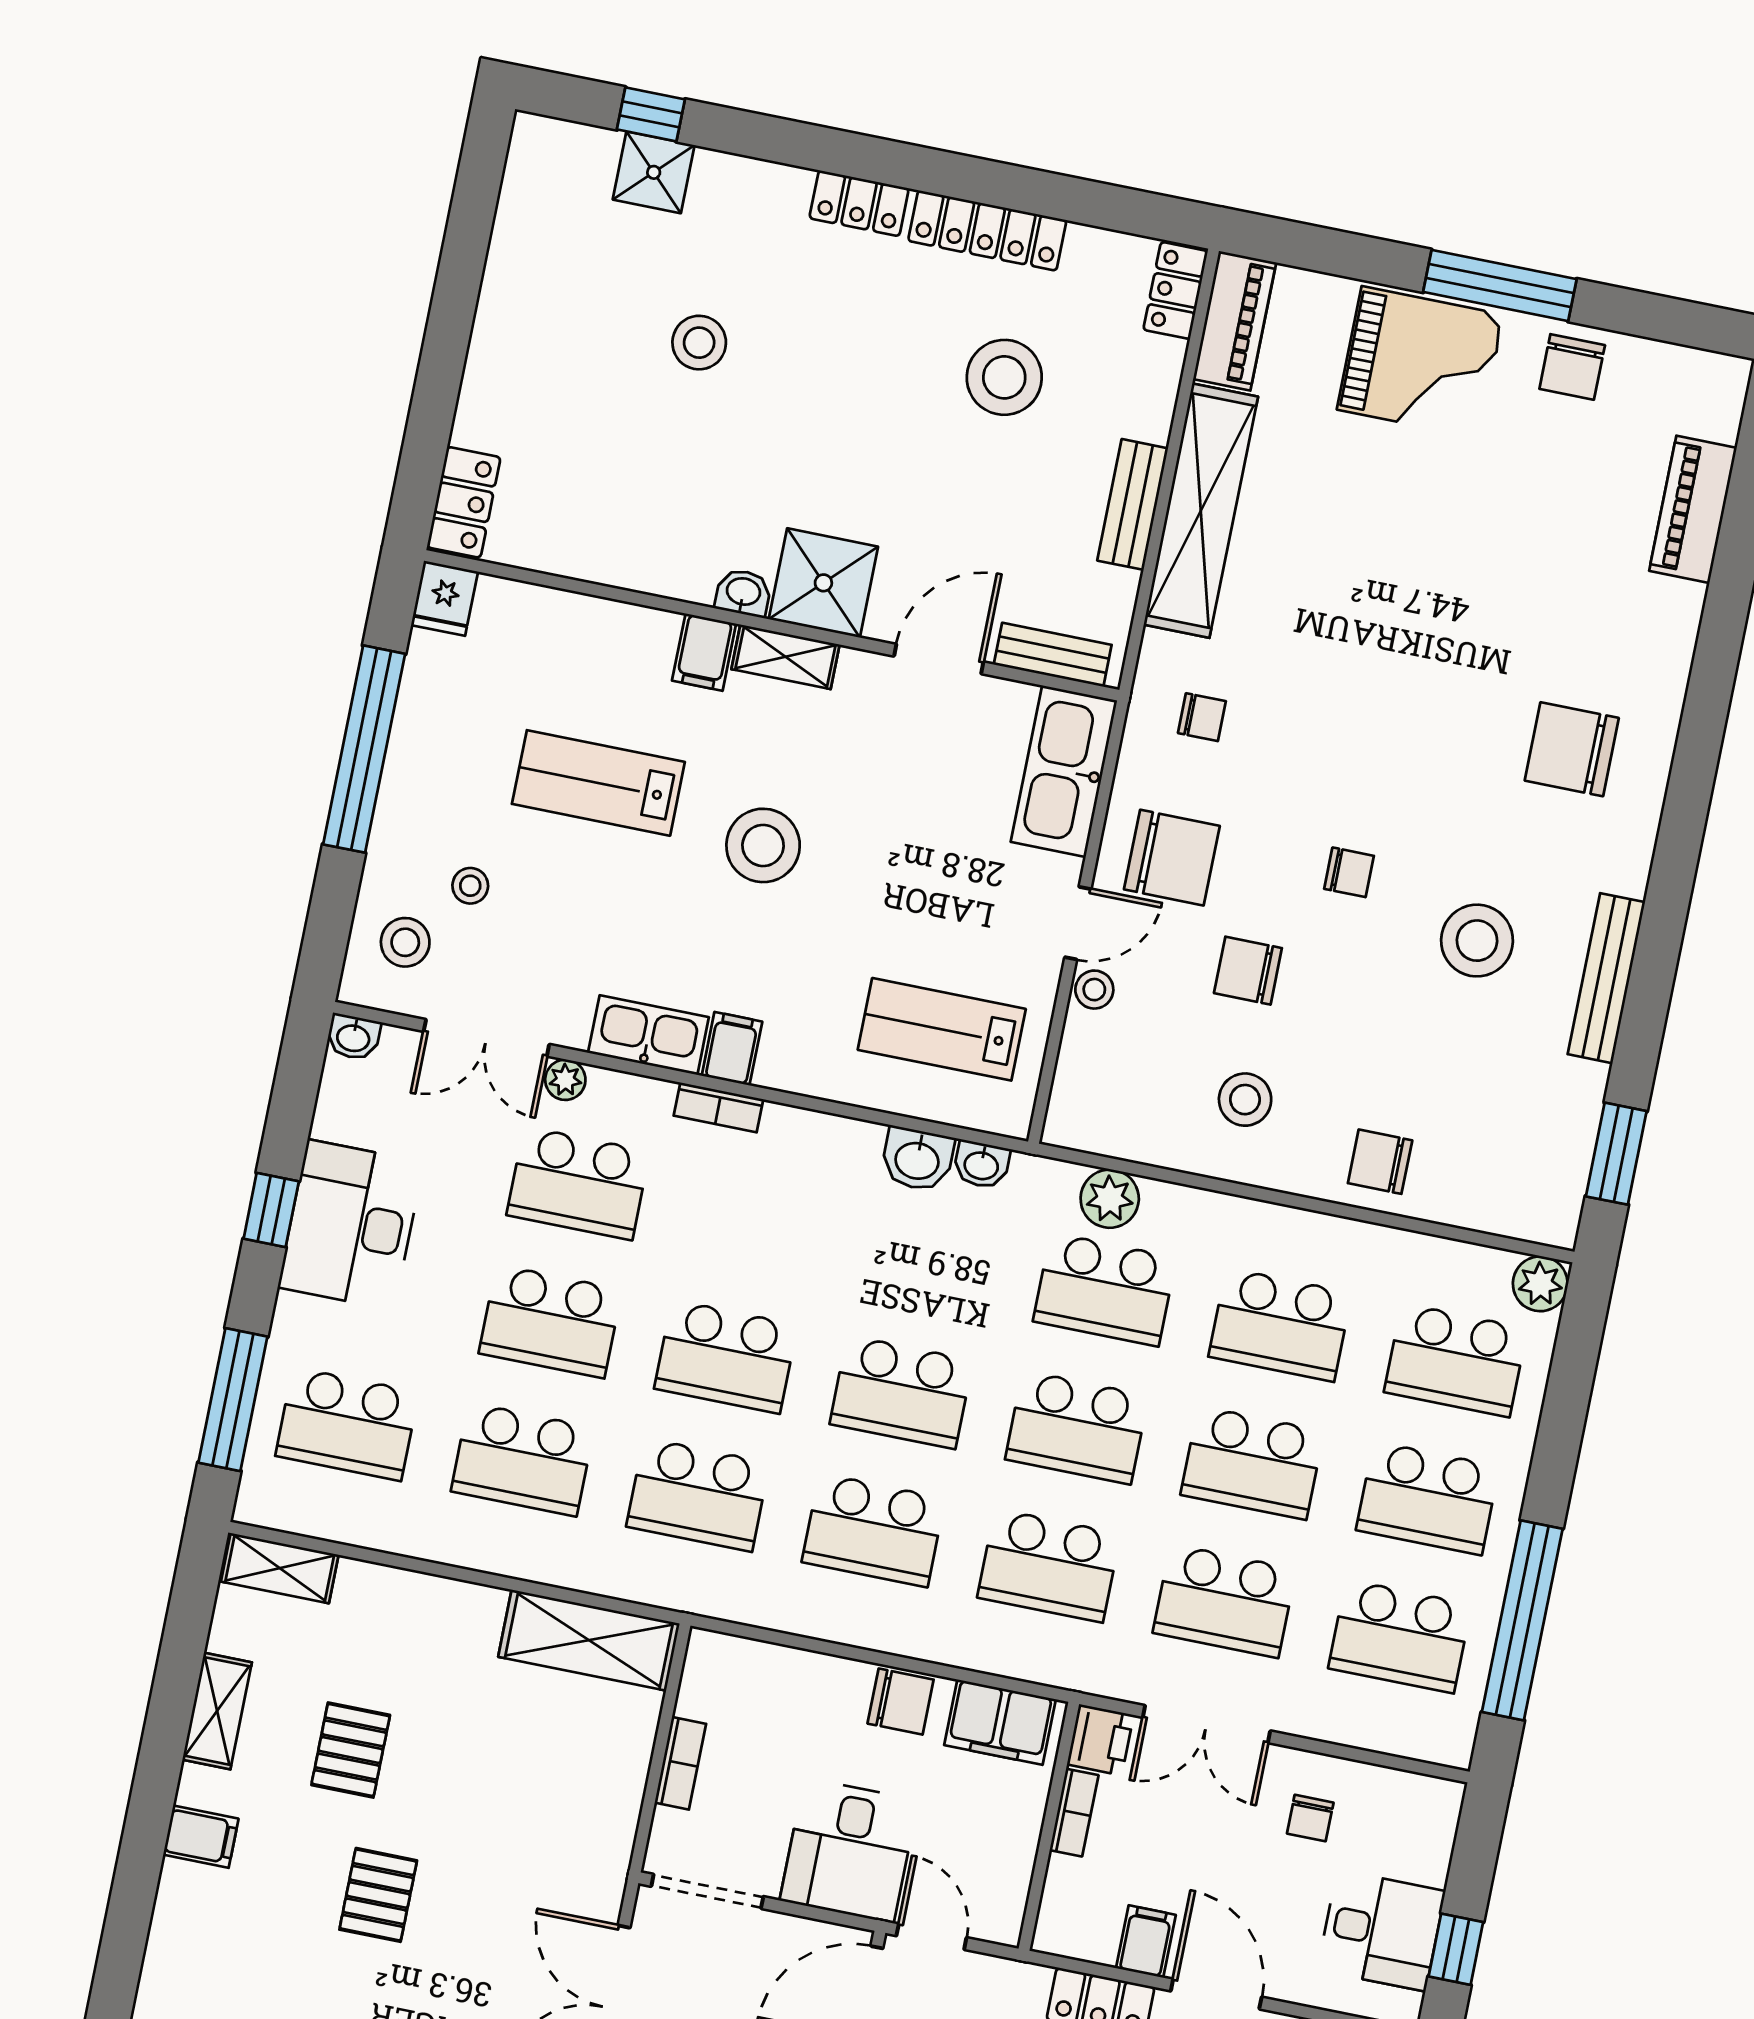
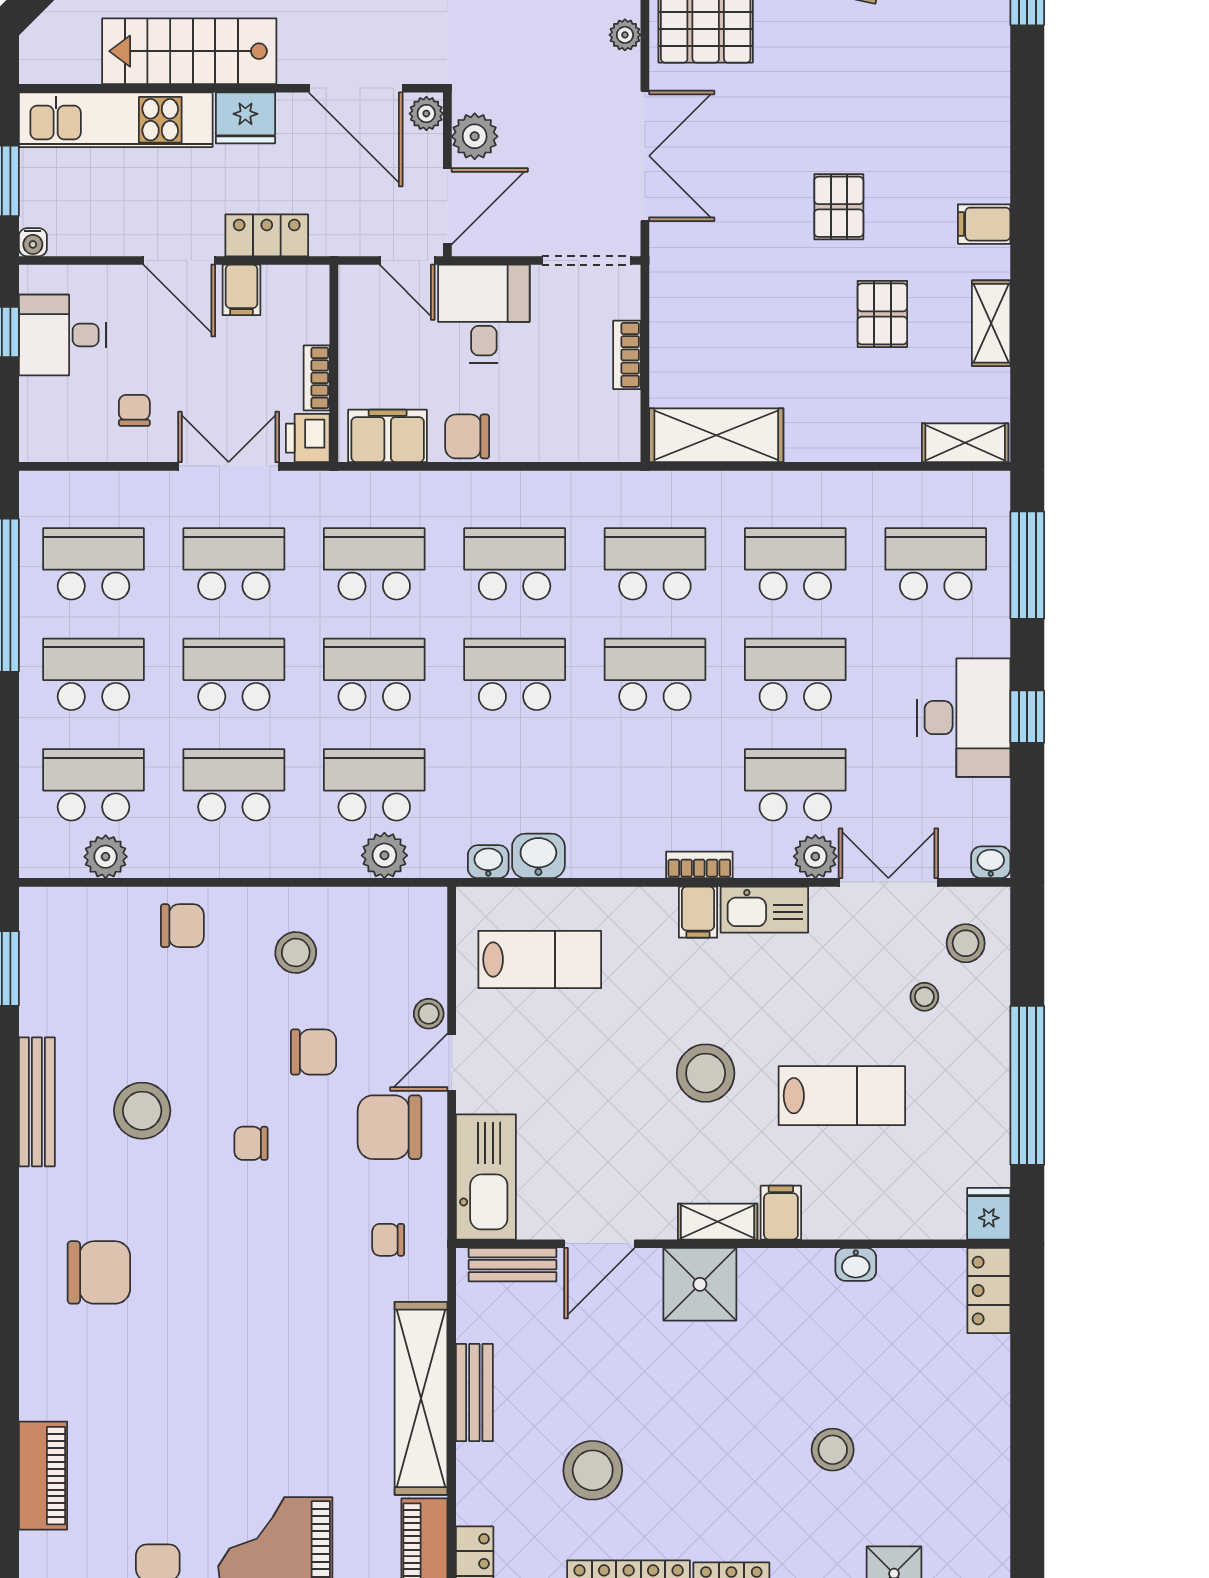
washbasin: (743, 593) -> (856, 1264), moved
plant: (565, 1080) -> (815, 856), width x1.38, depth x1.38
plant: (1540, 1284) -> (106, 857), moved

